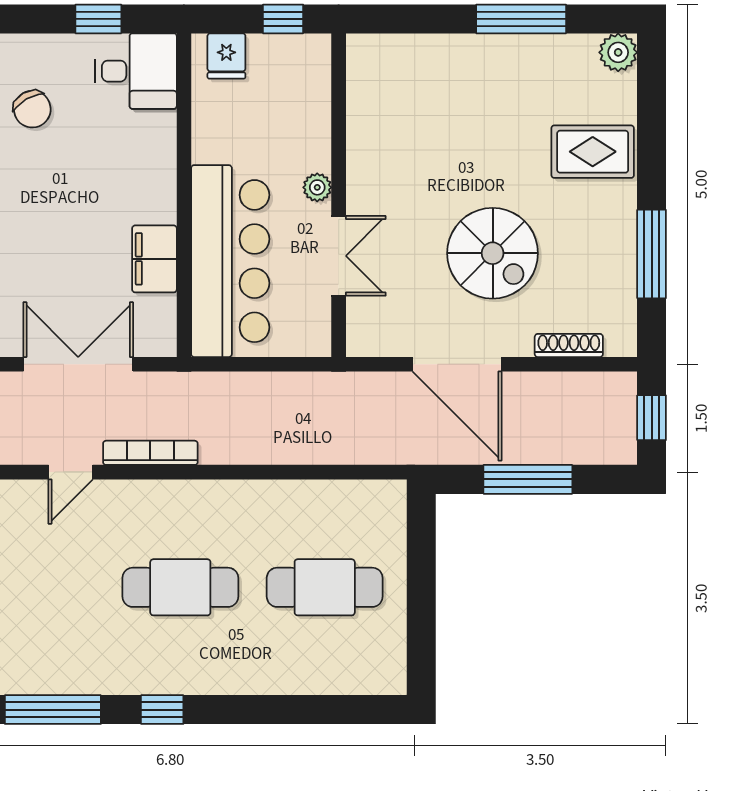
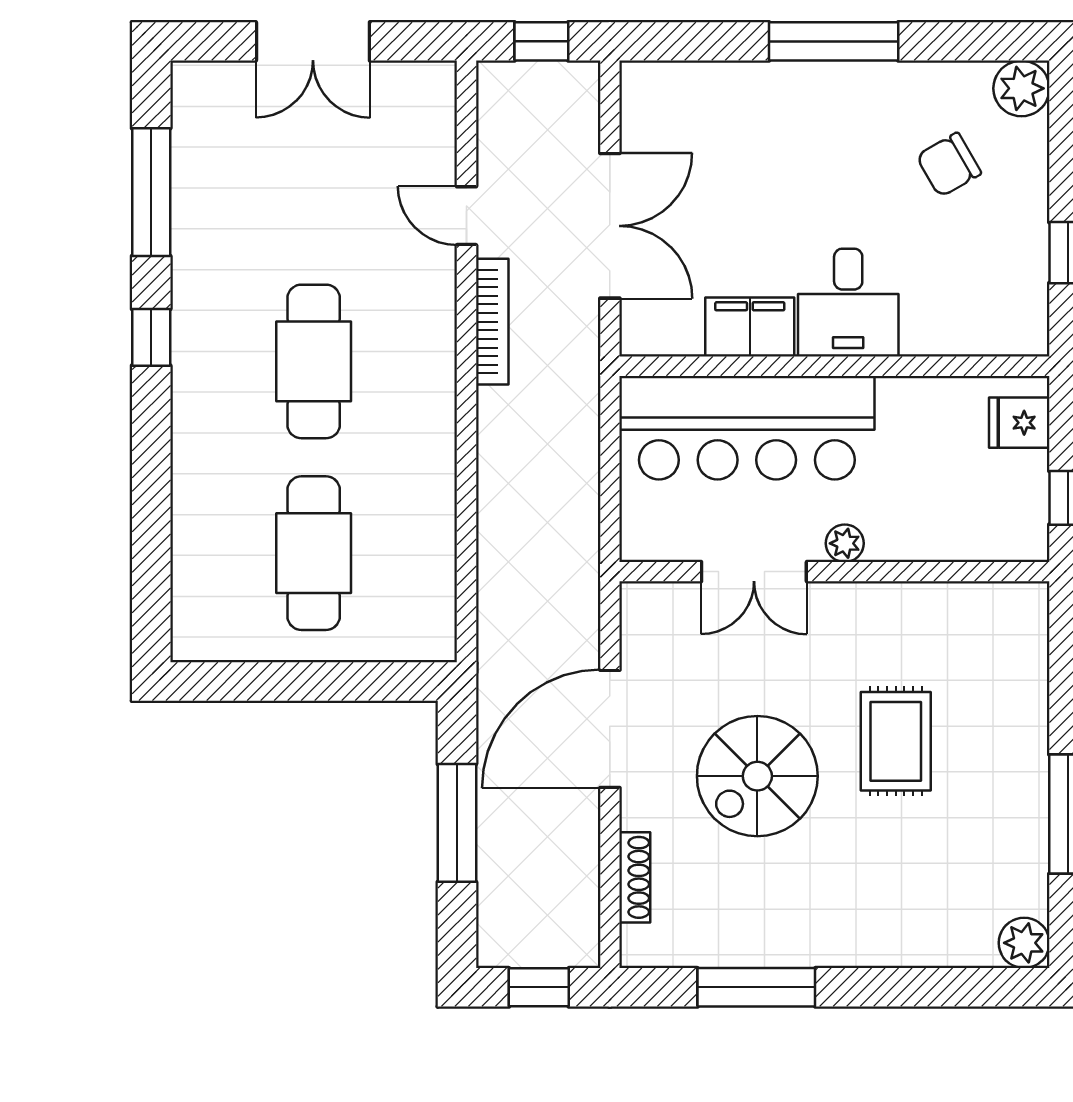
desk: (136, 71) -> (848, 303), moved
rug: (593, 152) -> (896, 741), moved

